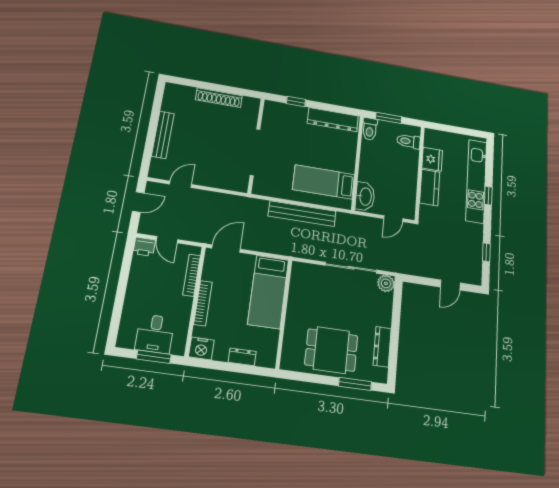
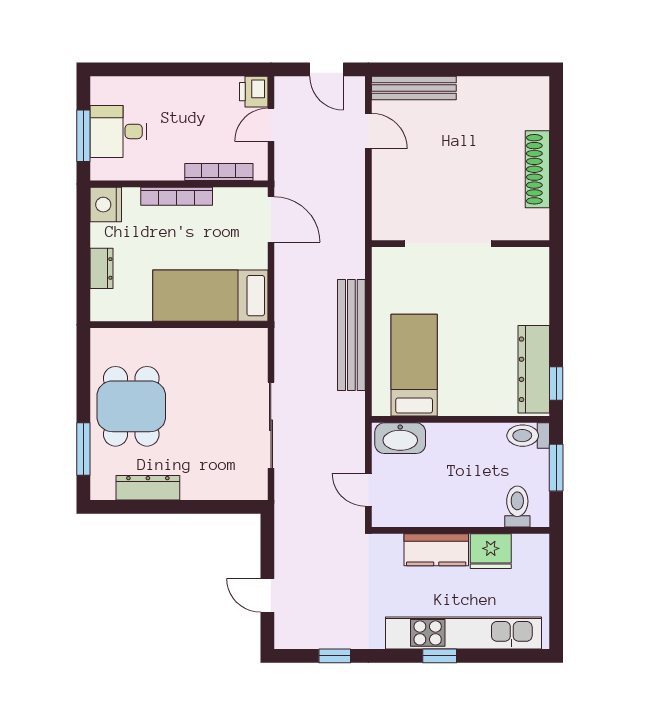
window: (296, 101) -> (556, 383), moved
bench: (163, 135) -> (414, 88), moved
plant: (386, 283) -> (253, 486), removed

